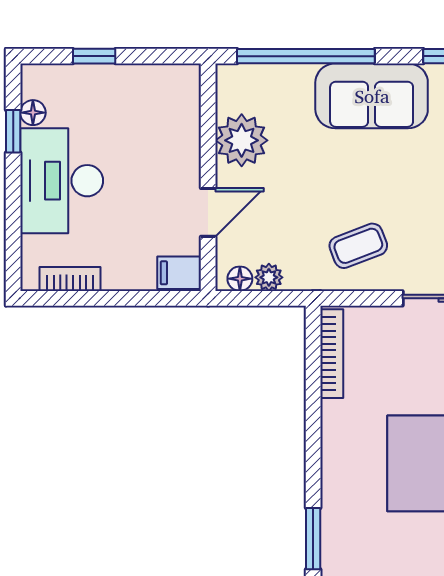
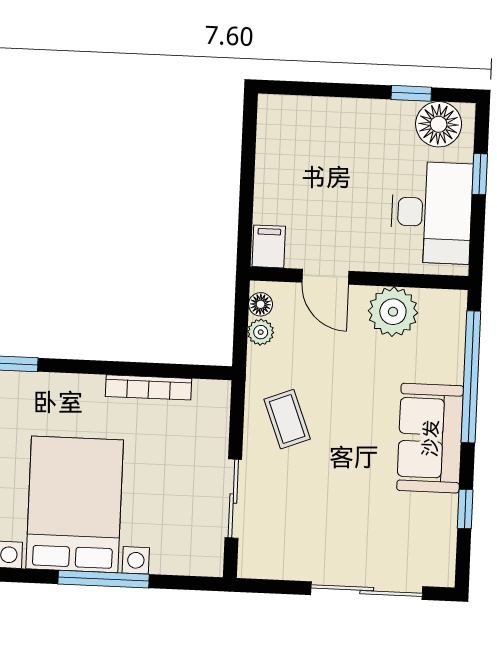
floor lamp: (33, 113) -> (439, 124), width x1.89, depth x1.89
desk: (62, 181) -> (431, 213), moved, turned 90
bookcase: (70, 279) -> (267, 142), removed
bookcase: (332, 354) -> (148, 387), moved

